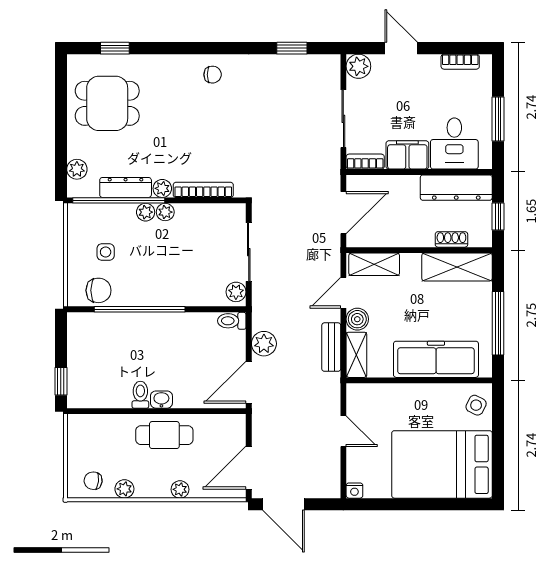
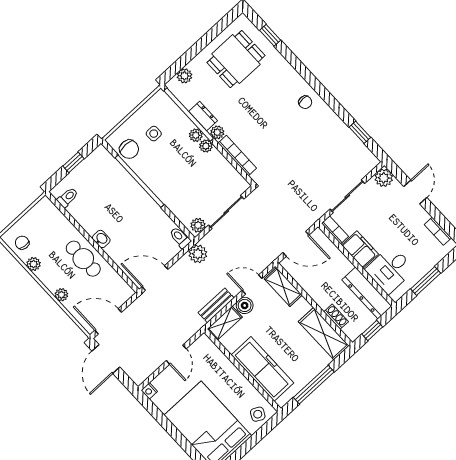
dining table: (107, 103) -> (236, 59), turned 90
dresser: (126, 187) -> (203, 116), width x0.70
plant: (264, 344) -> (198, 254), moved
window: (61, 381) -> (73, 162), moved
toilet: (140, 395) -> (68, 197), moved

